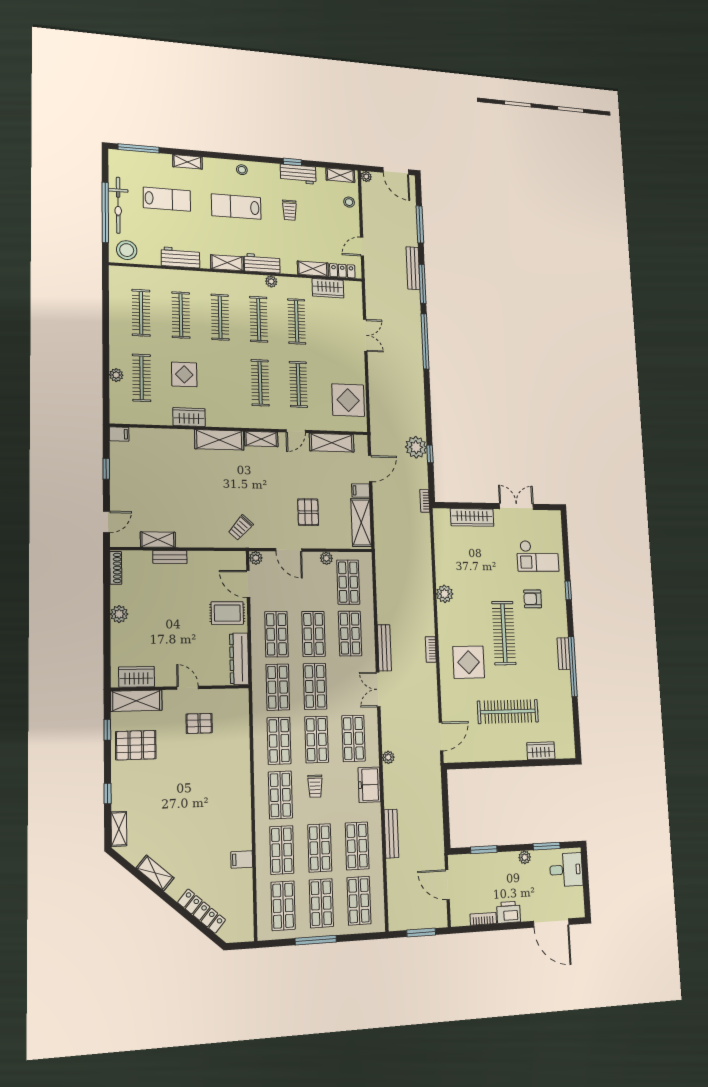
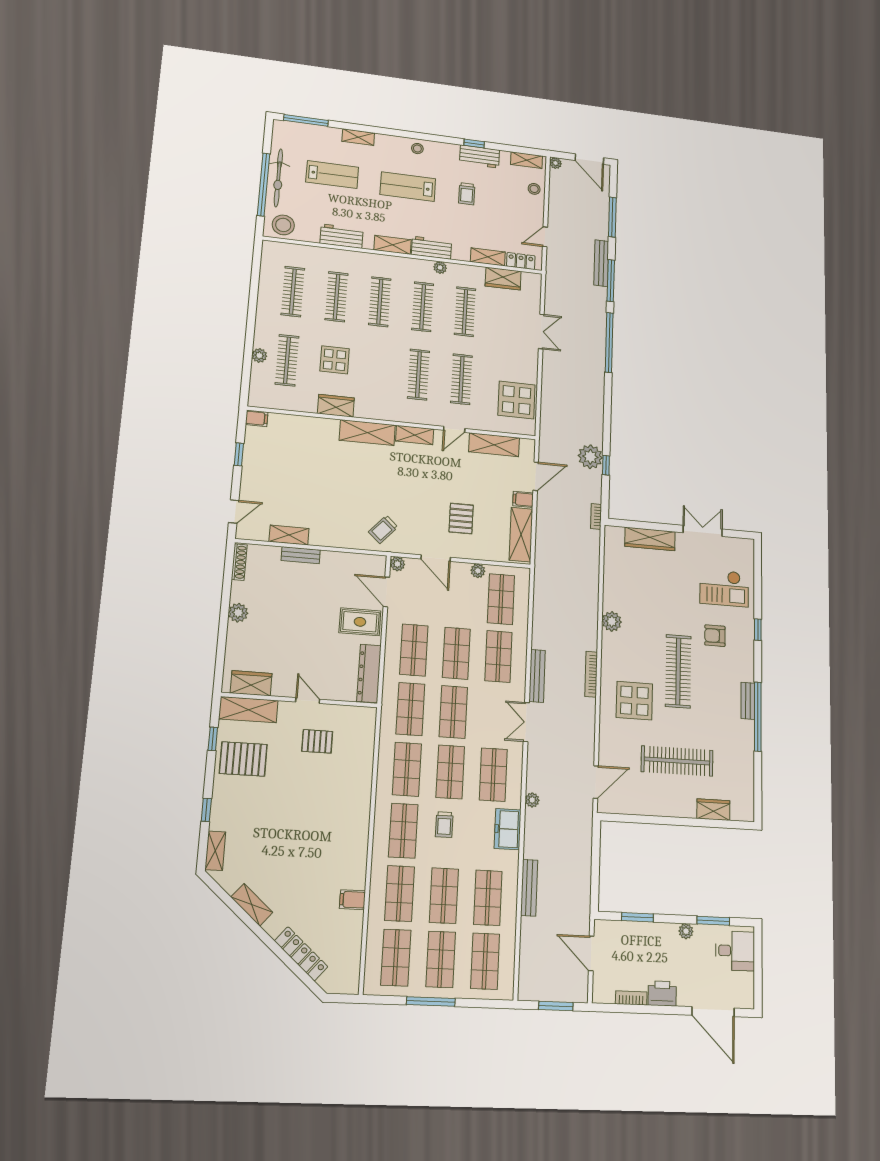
bookcase: (431, 649) -> (591, 674), width x1.56

